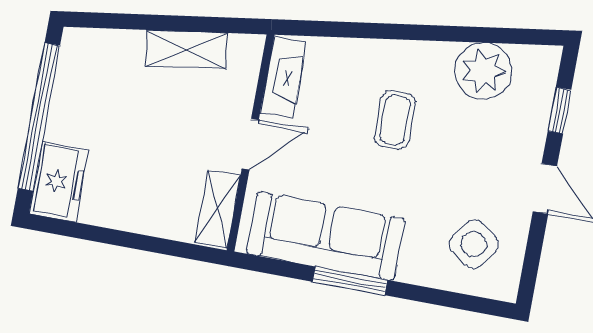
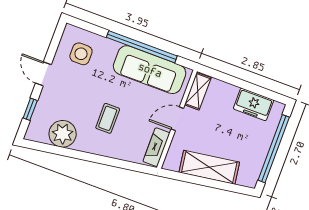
shelving: (186, 50) -> (209, 167), width x1.50, depth x1.33
freezer: (59, 182) -> (254, 104), moved, turned -90
side table: (474, 244) -> (81, 54), turned -36
window: (350, 281) -> (142, 47), width x2.11

